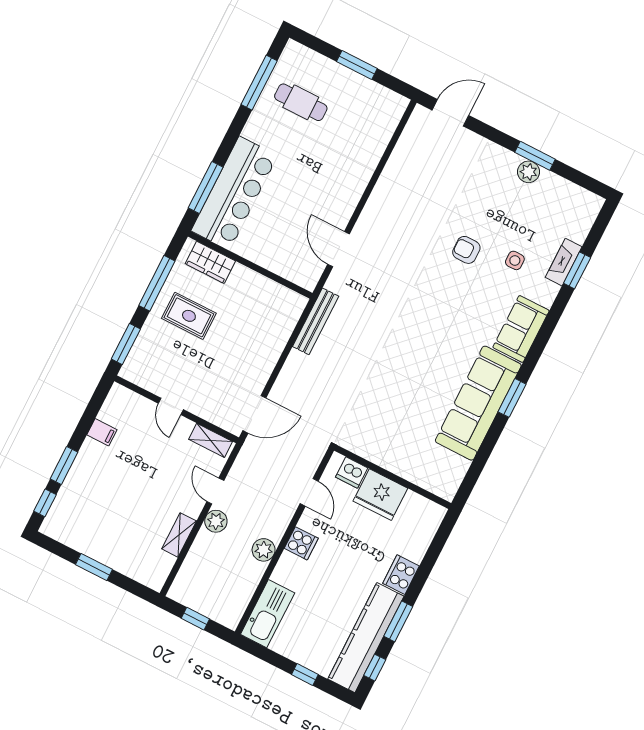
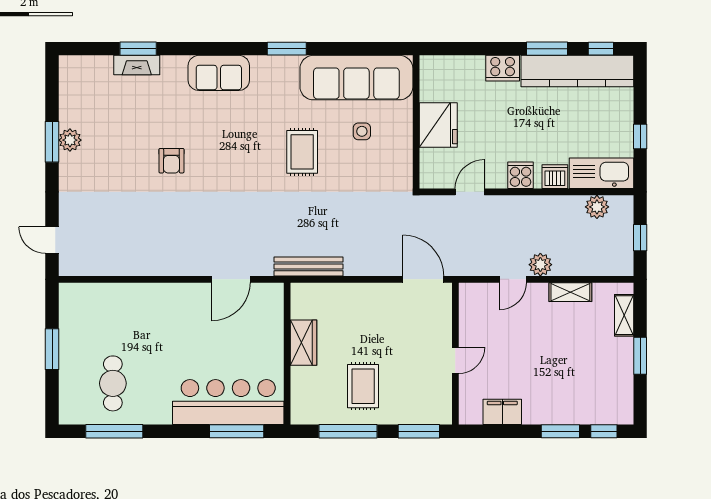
door: (450, 113) -> (52, 240), width x0.73
side table: (515, 260) -> (362, 131), moved
wardrobe: (210, 262) -> (304, 343), moved
rug: (417, 366) -> (302, 152), added
sofa: (478, 403) -> (356, 78), moved
filing cabinet: (102, 432) -> (502, 412), width x2.00
shelving: (211, 440) -> (624, 315), moved
dishwasher: (352, 473) -> (555, 177), moved, turned -90
plant: (264, 550) -> (597, 207), moved
window: (305, 674) -> (640, 136), moved

